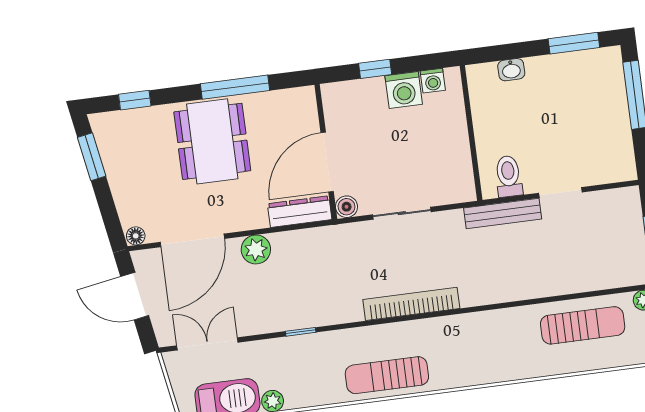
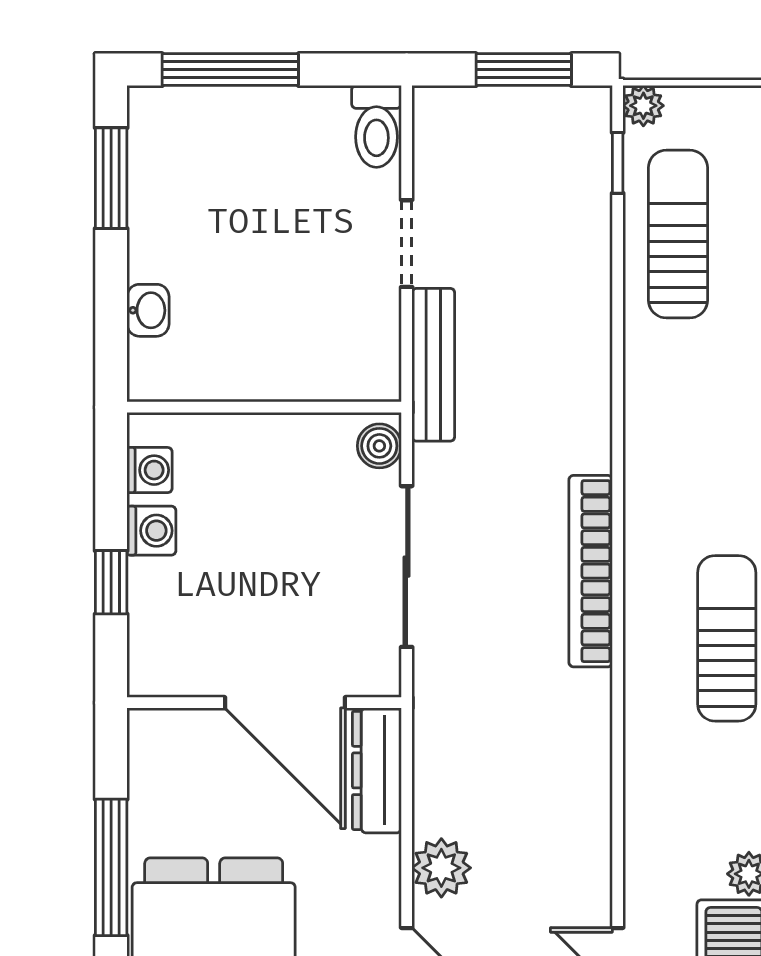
washing machine: (404, 90) -> (151, 531), width x0.73, depth x0.73
toilet: (509, 176) -> (376, 126), moved, turned -90
boiler: (347, 207) -> (379, 446), moved
sliding door: (402, 213) -> (407, 567), width x1.37
window: (301, 332) -> (618, 163), moved
sun lounger: (387, 375) -> (727, 638), turned 180

